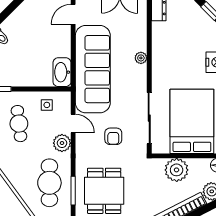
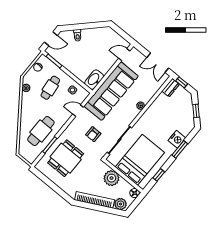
door: (73, 124) -> (78, 111), swing flipped
plant: (62, 143) -> (64, 116), removed

